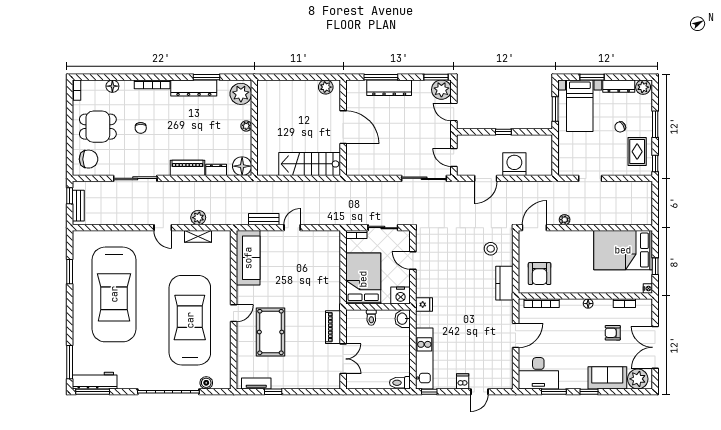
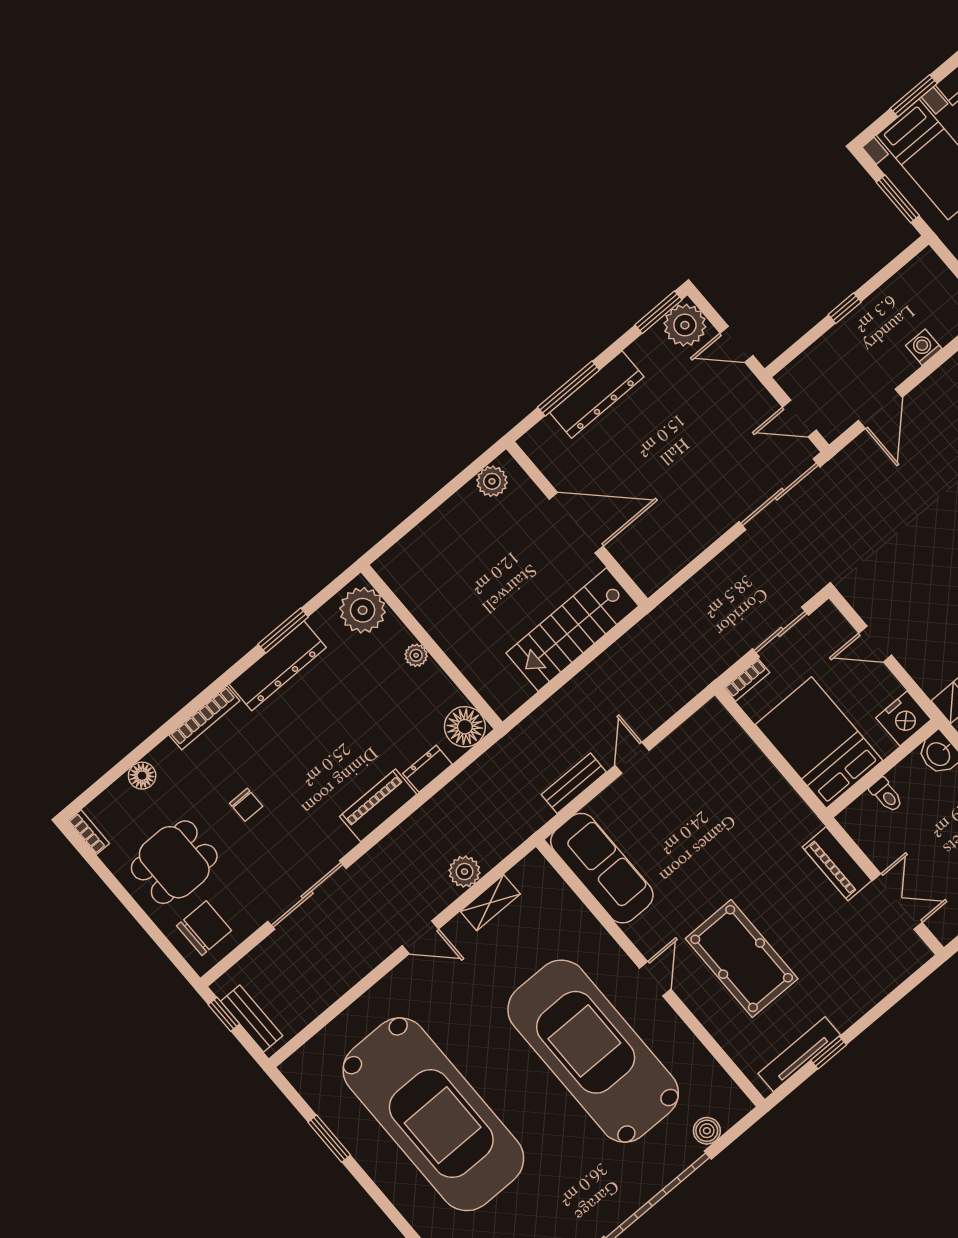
washing machine: (514, 164) -> (924, 347), width x0.53, depth x0.53
tv unit: (256, 383) -> (799, 1054), width x1.41

